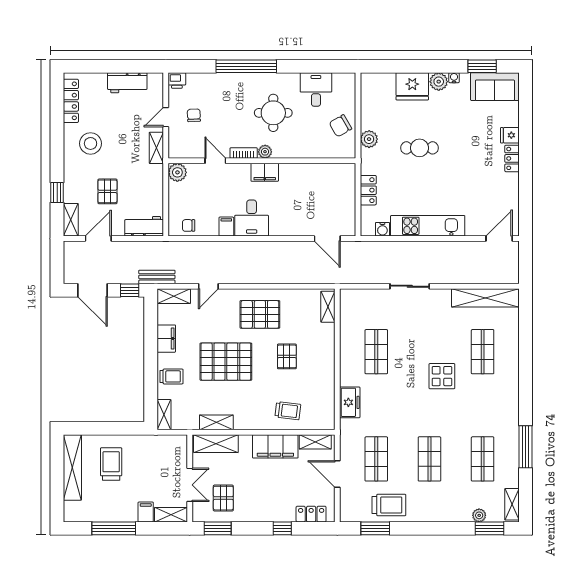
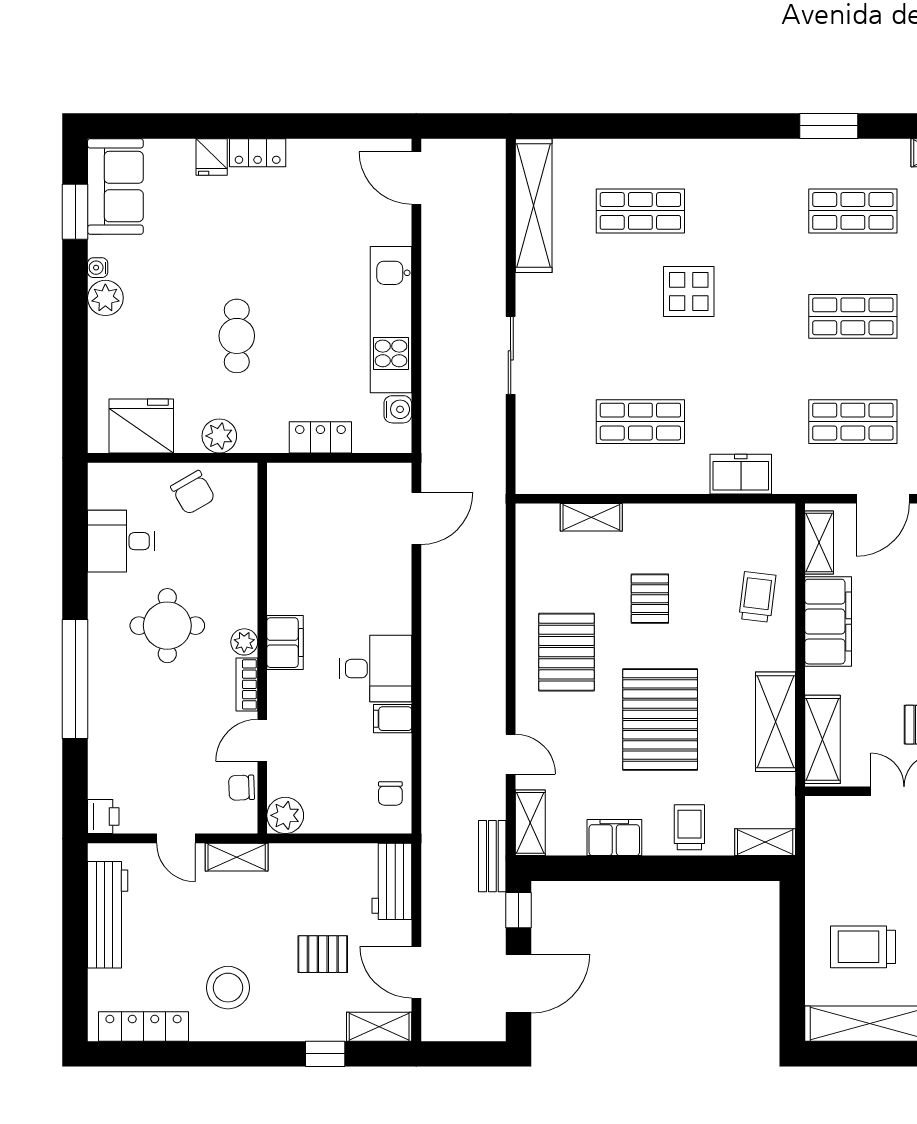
workbench: (127, 83) -> (108, 915), width x1.38
fridge: (412, 86) -> (141, 426), moved, turned -90
chair: (194, 115) -> (242, 788), moved
shelving: (328, 307) -> (591, 517), moved
pallet: (287, 356) -> (650, 599), turned 90
shelving: (216, 422) -> (775, 722), width x1.50, depth x1.33
window: (526, 447) -> (829, 126), width x0.69

